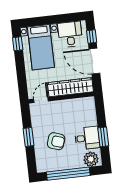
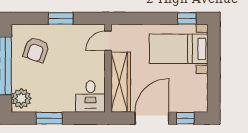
desk: (70, 34) -> (191, 90), removed
door: (41, 100) -> (108, 41), swing flipped
desk: (87, 138) -> (91, 97), moved
armchair: (56, 141) -> (36, 50), moved

